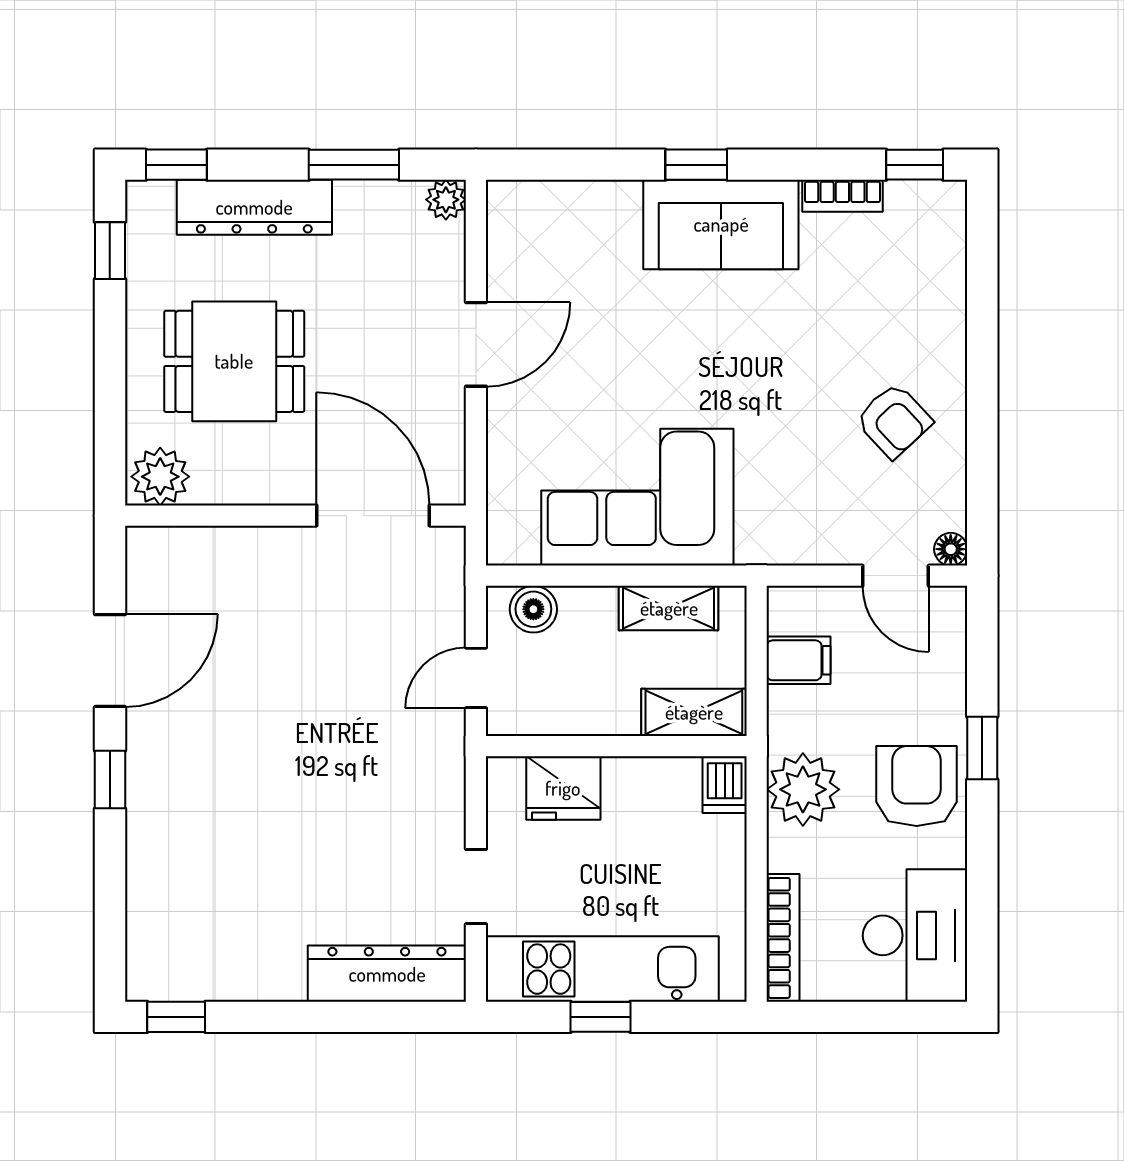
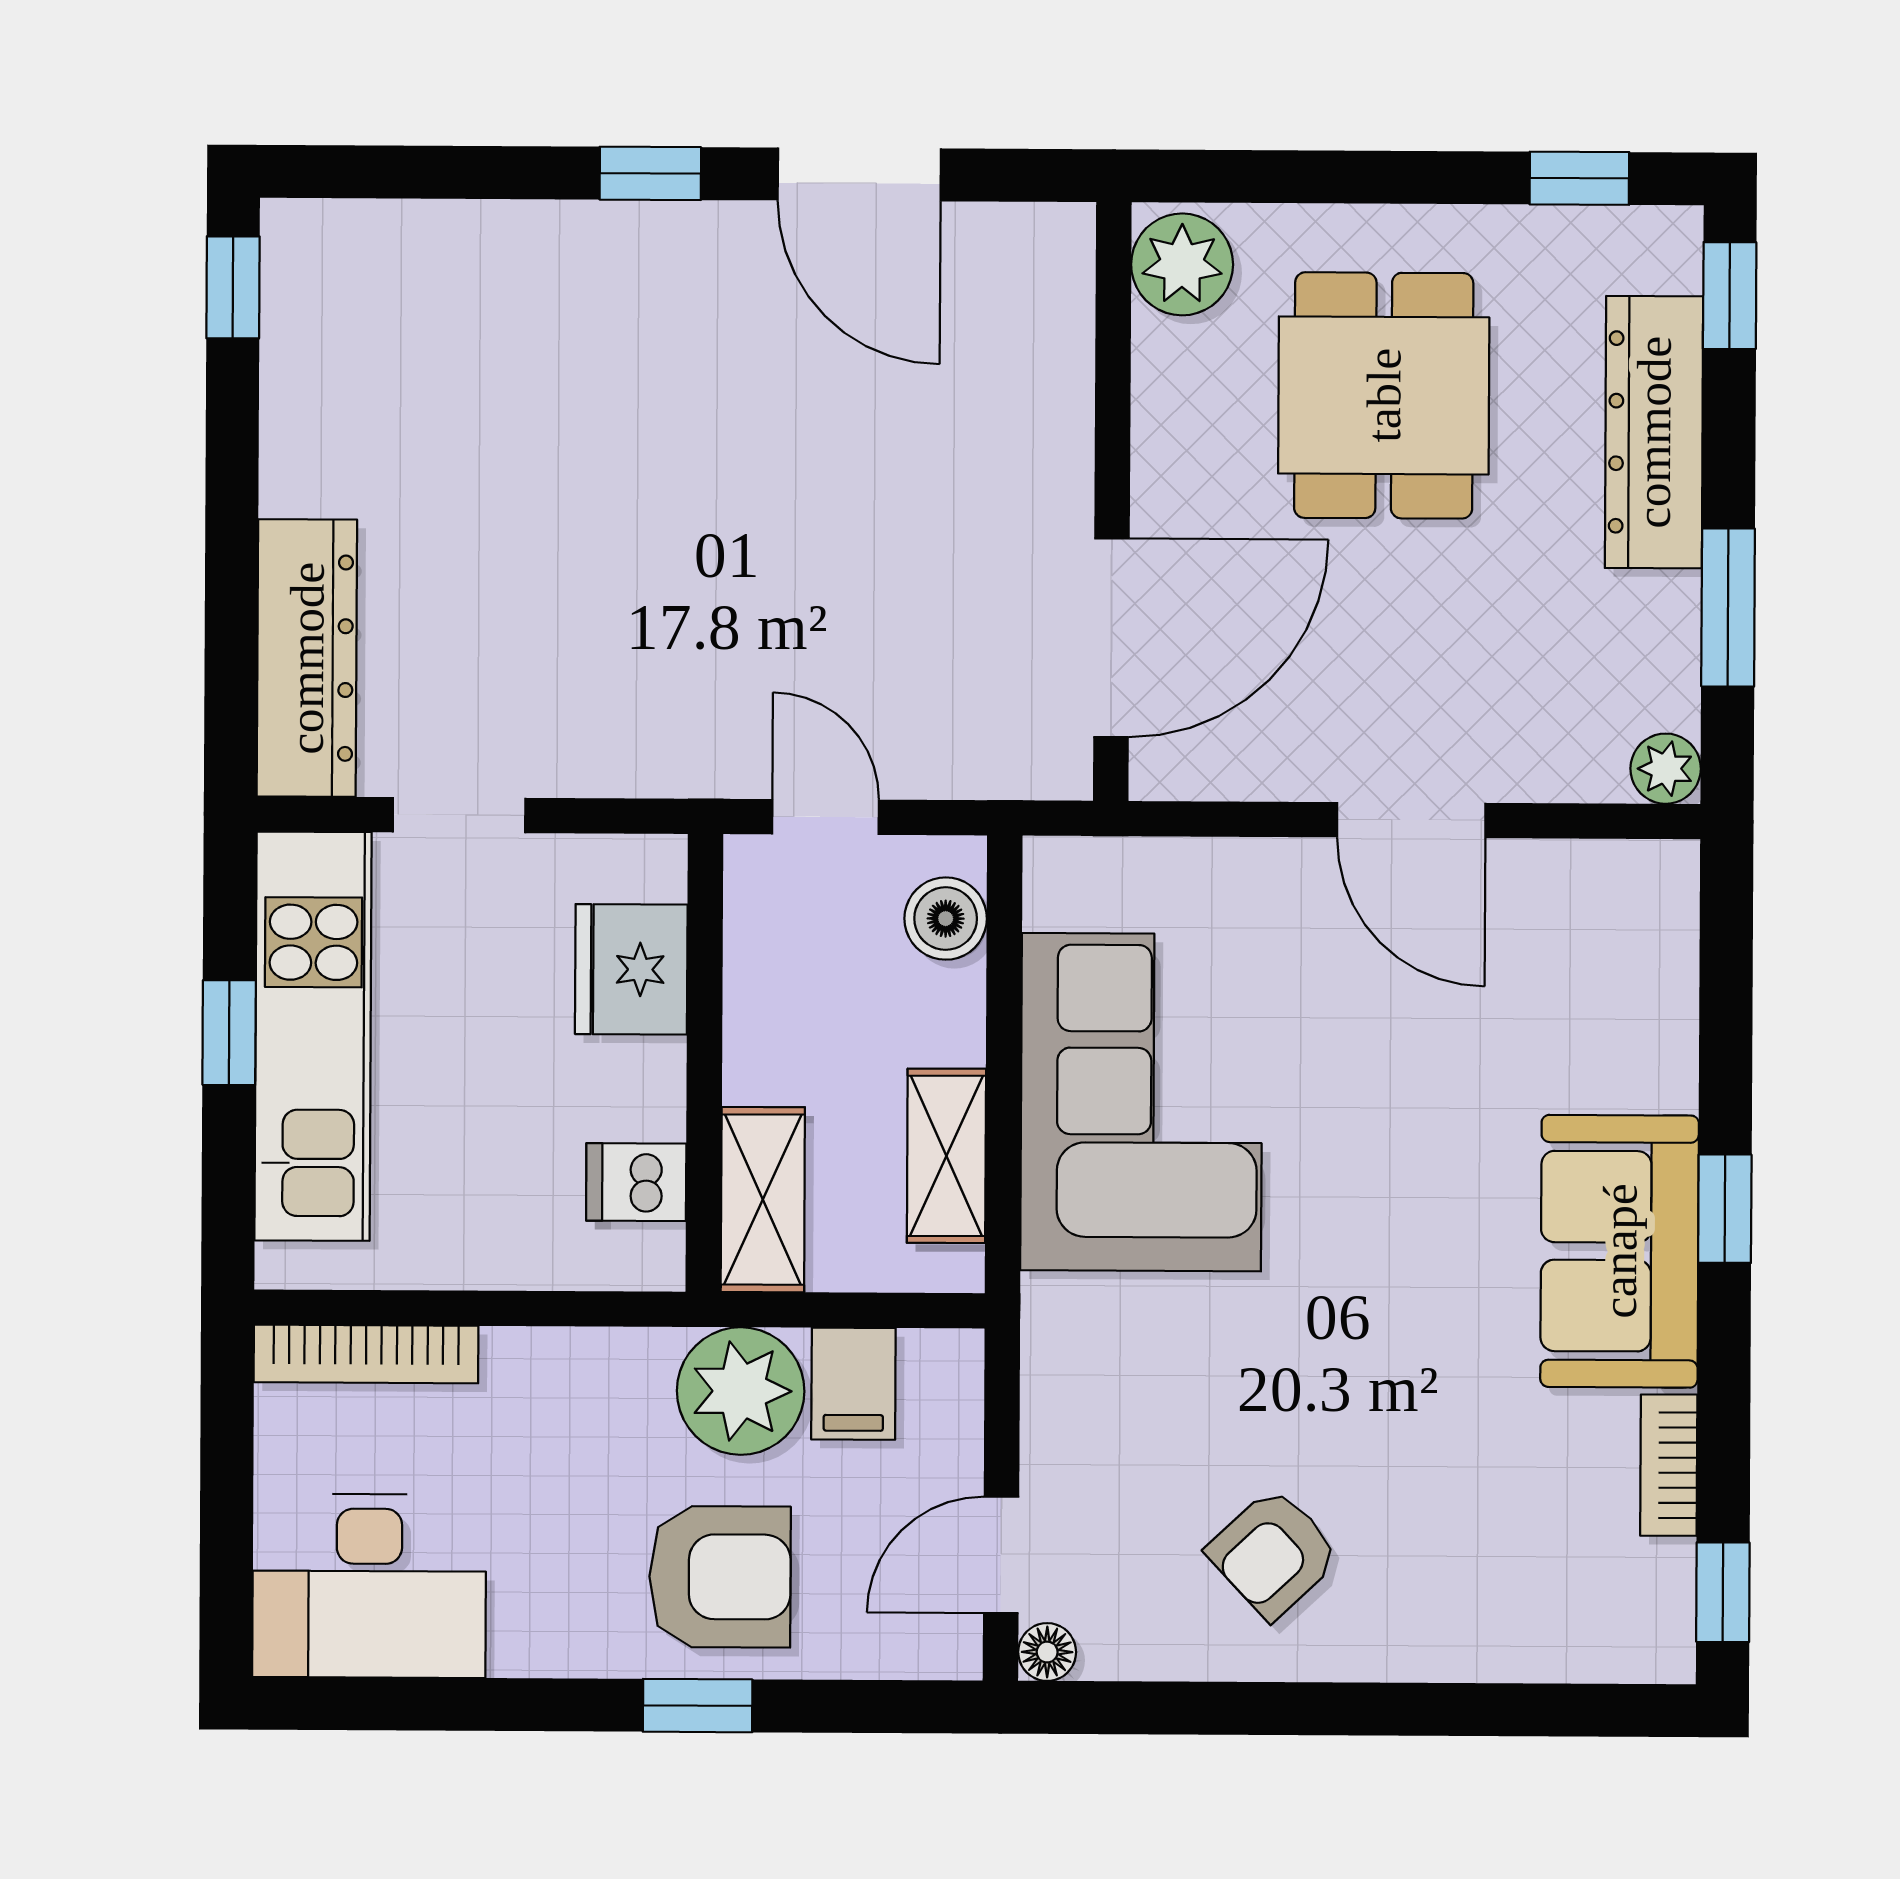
dishwasher: (725, 785) -> (636, 1182), moved
armchair: (917, 786) -> (720, 1577), moved
plant: (803, 789) -> (741, 1391), moved

